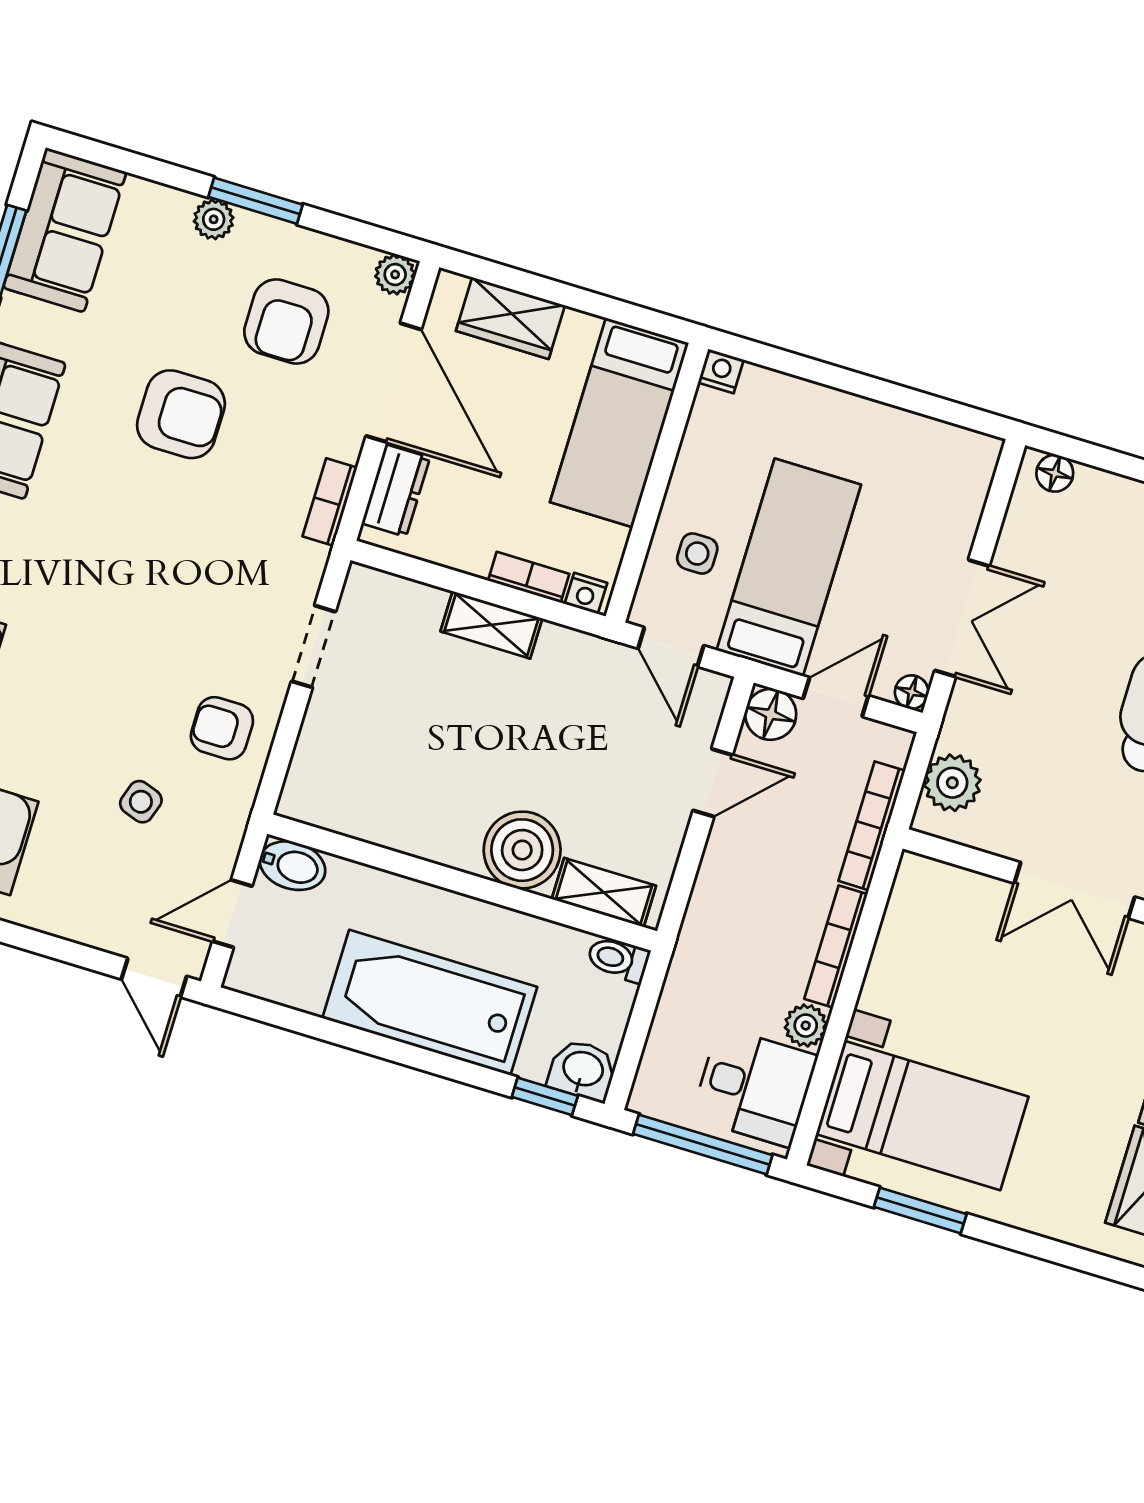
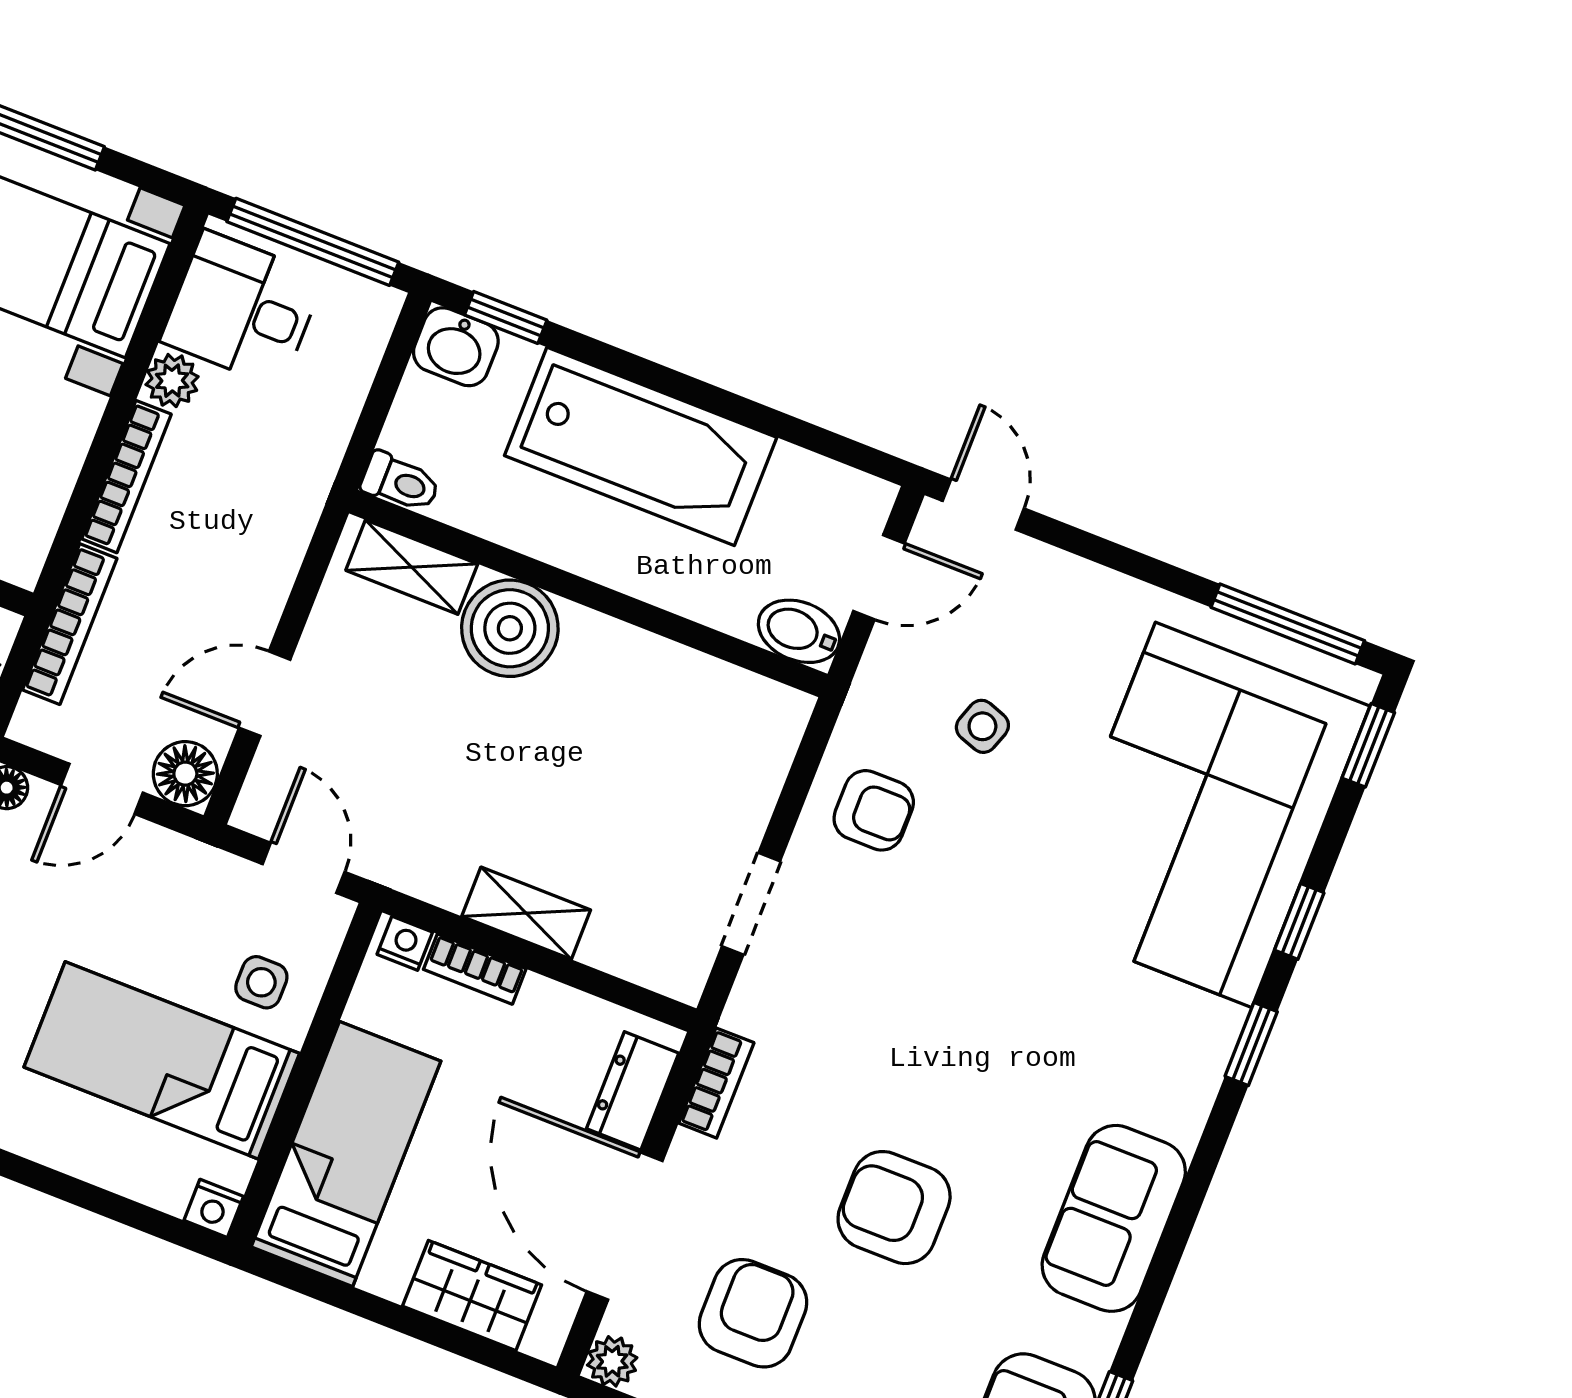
bed: (789, 567) -> (162, 1060), moved, turned 90

